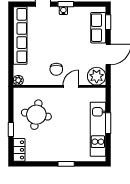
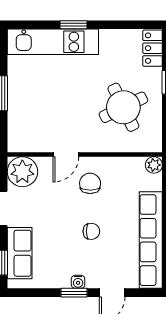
chair: (55, 41) -> (91, 231), added
round table: (36, 115) -> (123, 107), turned -36
kitchen unit: (98, 129) -> (53, 42), moved, turned 90

